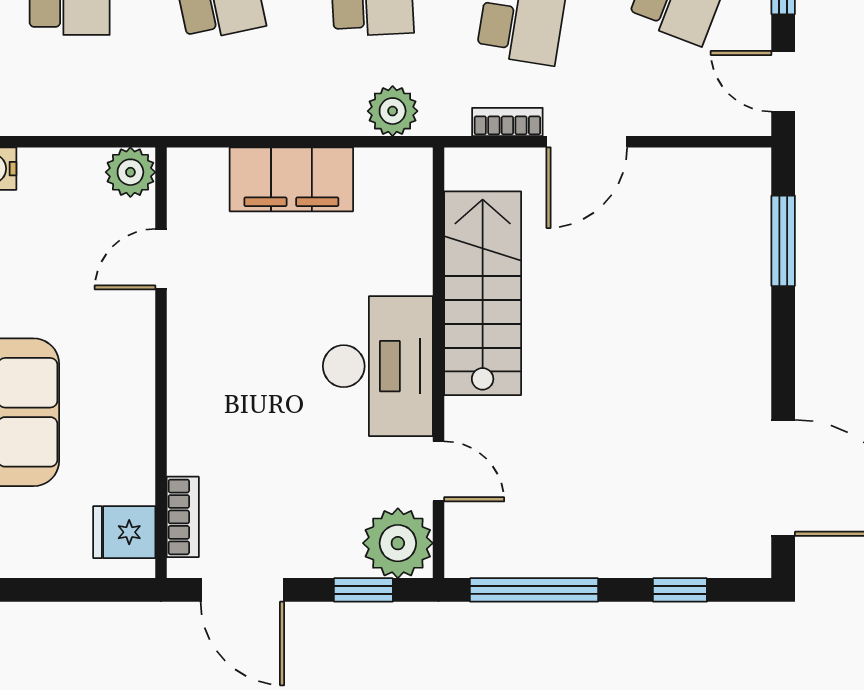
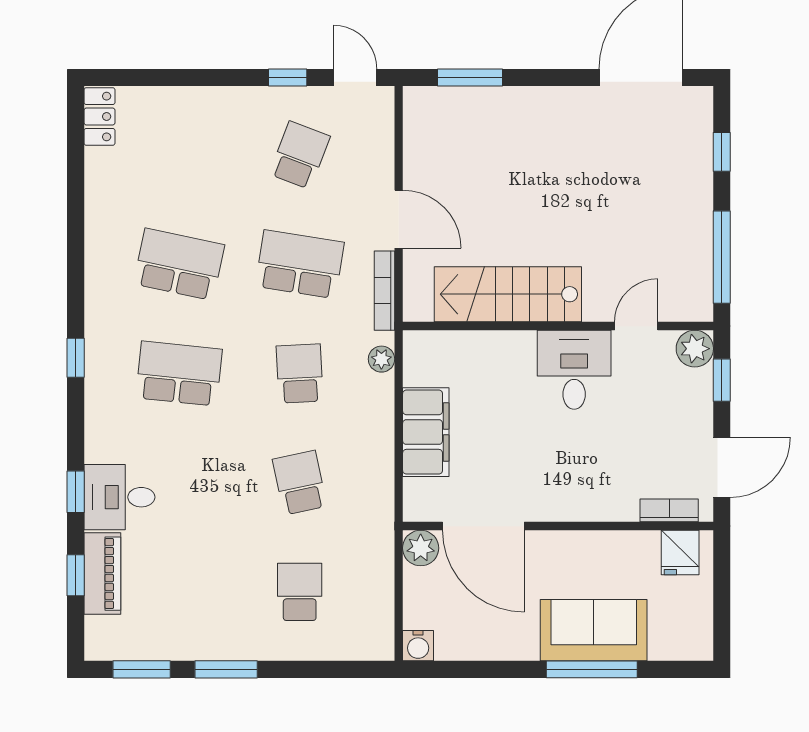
door: (783, 81) -> (355, 78), swing flipped
plant: (393, 111) -> (381, 359), width x0.73, depth x0.73
bookcase: (507, 122) -> (384, 291), width x1.56
door: (161, 259) -> (483, 526), width x1.87
desk: (378, 366) -> (574, 370), width x0.73
plant: (398, 543) -> (695, 349), width x0.73, depth x0.73

